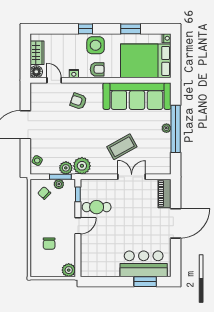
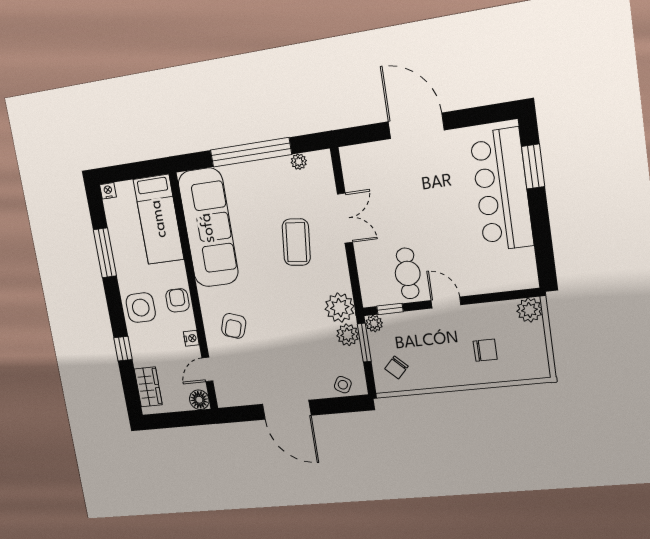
window: (85, 29) -> (123, 349), moved
window: (131, 29) -> (105, 253), width x1.44
wardrobe: (37, 53) -> (148, 387), moved, turned 90
bed: (146, 61) -> (159, 219), width x0.67
plant: (166, 128) -> (299, 162), moved
coffee table: (122, 147) -> (296, 242), turned 35
double door: (132, 177) -> (345, 218), swing flipped
plant: (59, 184) -> (374, 324), moved
piano: (164, 193) -> (365, 155), removed
bar counter: (144, 264) -> (502, 190), width x1.36

